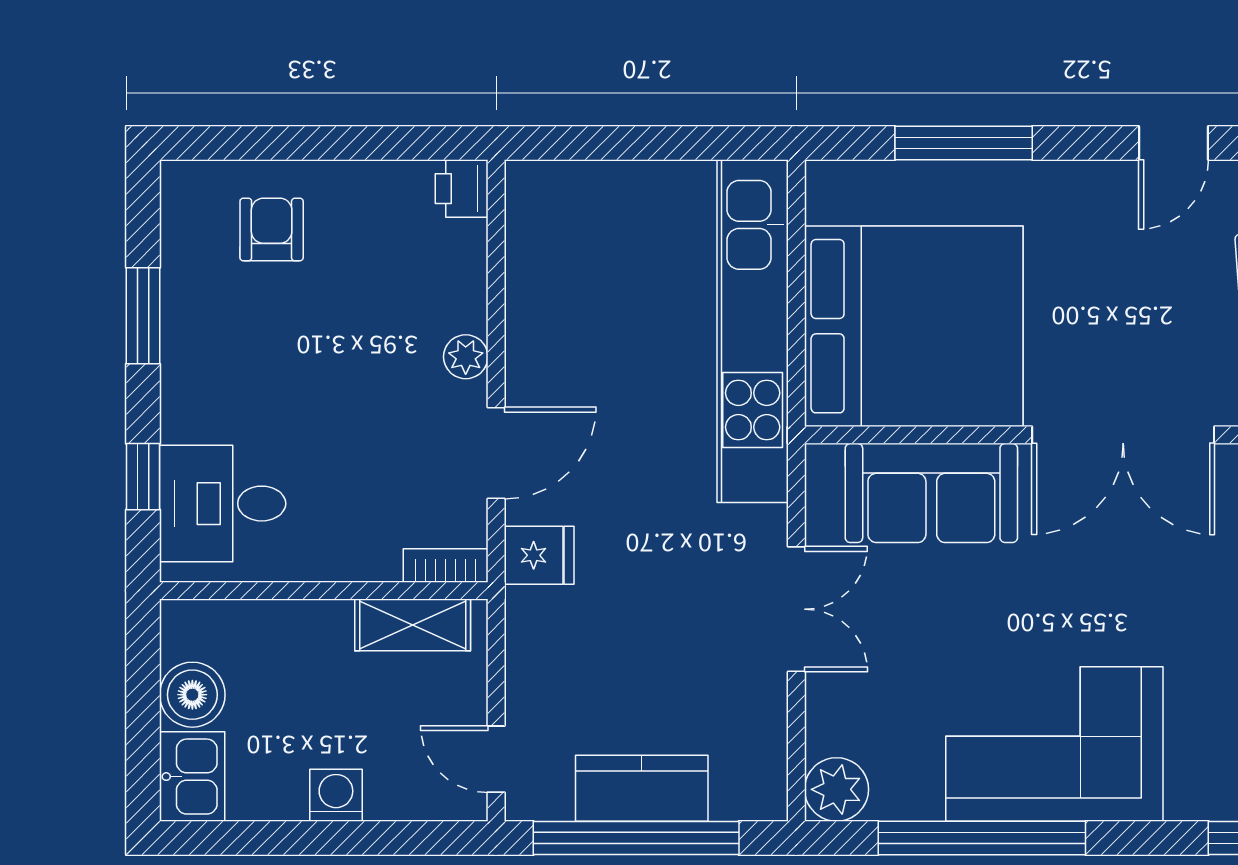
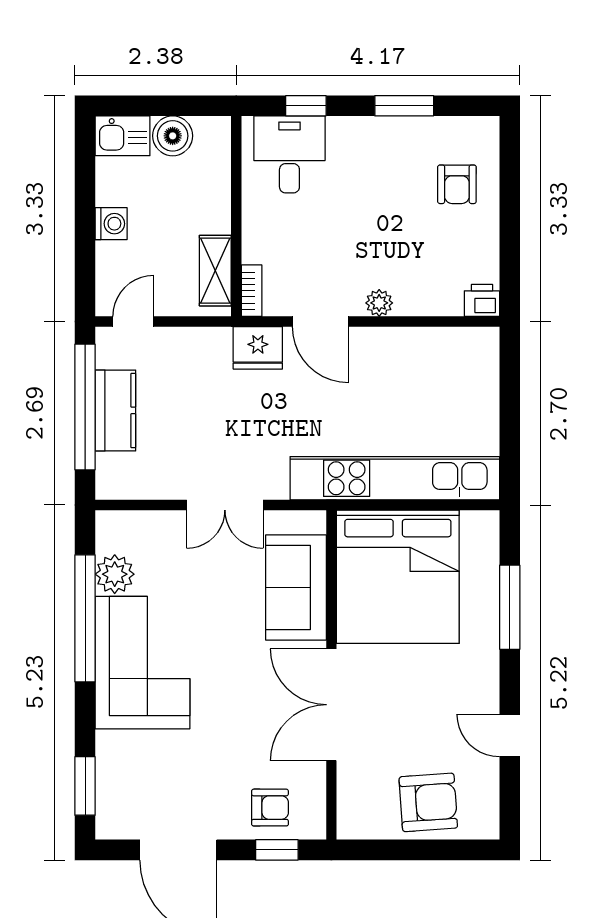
armchair: (272, 230) -> (457, 184), turned 90
fridge: (539, 555) -> (258, 348), width x1.38
plant: (837, 789) -> (115, 574), moved

